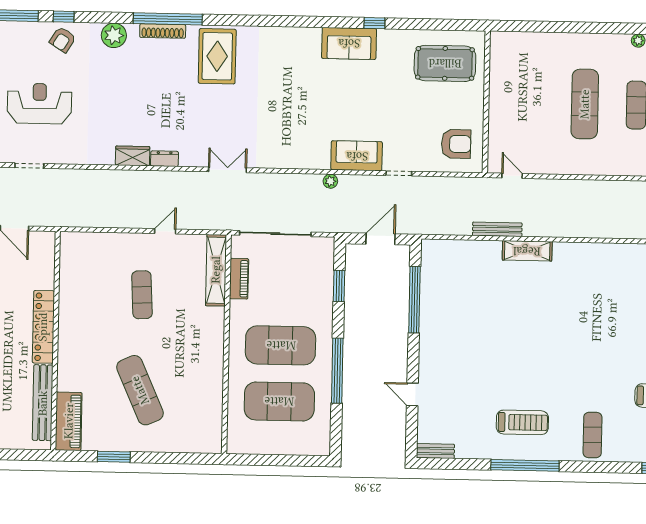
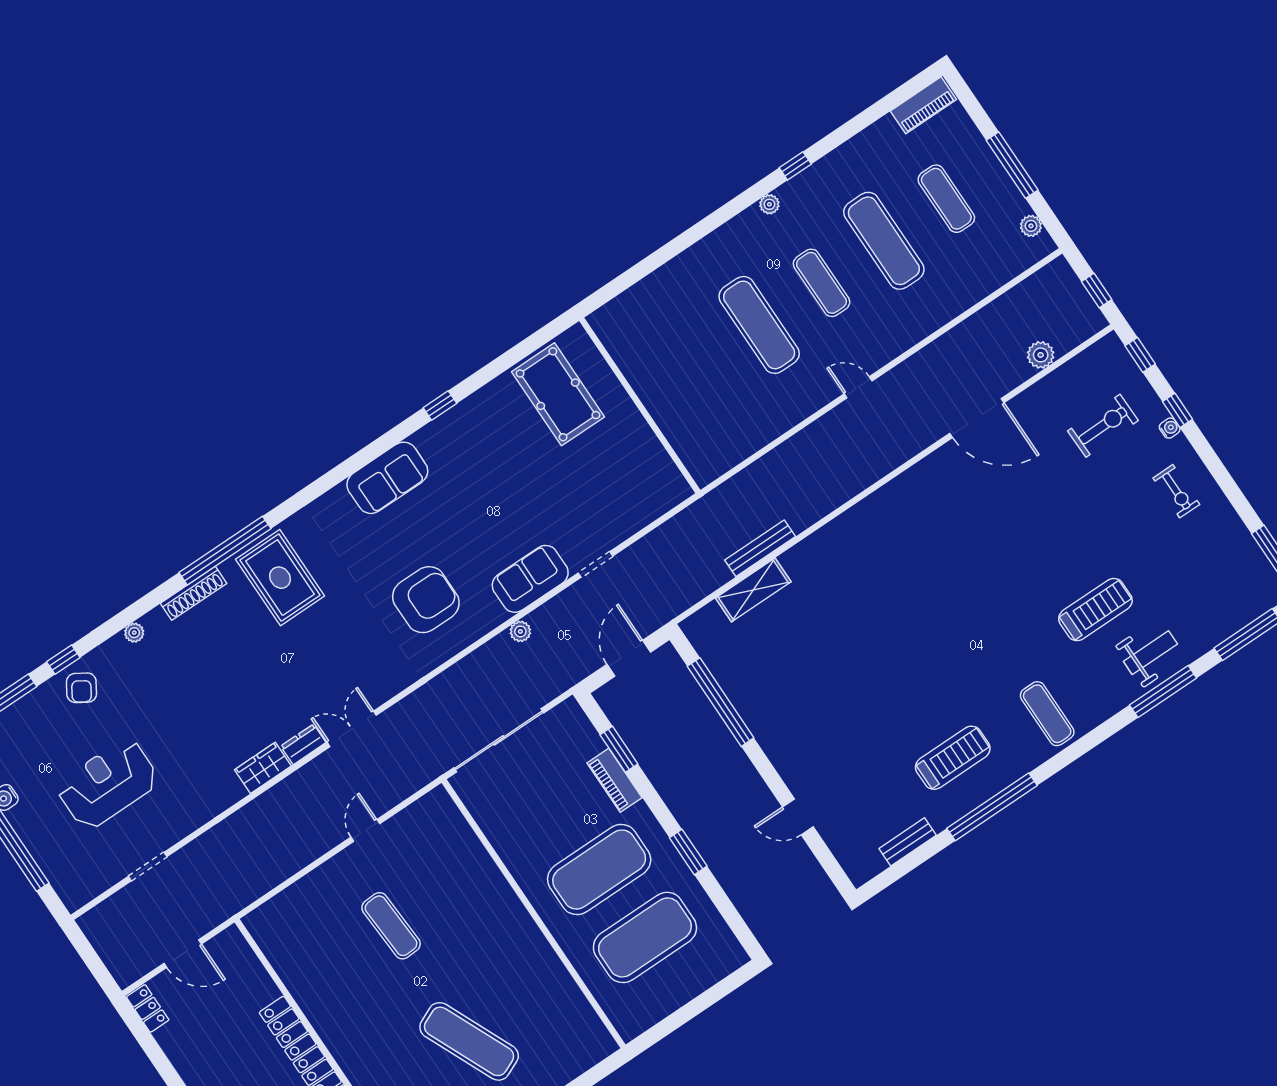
window: (168, 19) -> (225, 551), moved
plant: (114, 35) -> (134, 633), width x0.53, depth x0.53
sofa: (349, 43) -> (387, 478), moved
pool table: (445, 63) -> (558, 394), turned 90
armchair: (456, 144) -> (426, 600), moved, width x1.36, depth x1.36
double door: (227, 170) -> (352, 729), moved
door: (512, 176) -> (858, 387), moved
shelving: (527, 251) -> (753, 590), moved
shelving: (216, 270) -> (459, 834), removed
piano: (239, 279) -> (615, 780), moved, turned 180
window: (337, 371) -> (688, 852), width x0.47
bench: (435, 451) -> (908, 842), moved

